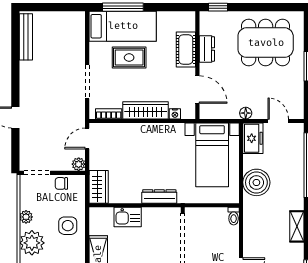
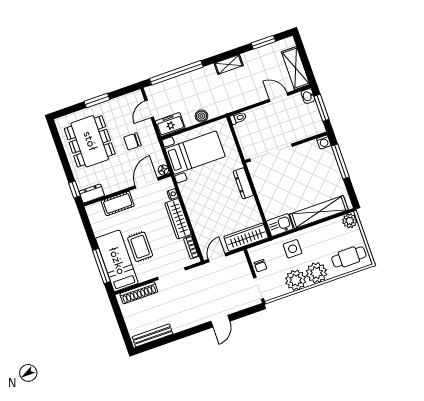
shoe rack: (79, 38) -> (139, 293), added
dresser: (207, 49) -> (92, 194), moved
chair: (249, 90) -> (132, 141), added
floor lamp: (246, 113) -> (163, 170), moved
door: (87, 139) -> (217, 258), swing flipped
plant: (79, 164) -> (240, 257), removed
boiler: (256, 182) -> (201, 116), width x0.54, depth x0.54
wardrobe: (99, 187) -> (246, 237), width x1.50
plant: (26, 217) -> (296, 280), width x1.87, depth x1.87
kitchen sink: (128, 217) -> (280, 225), moved, turned -90

